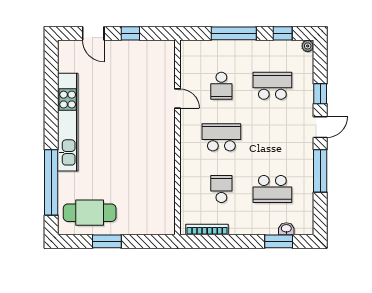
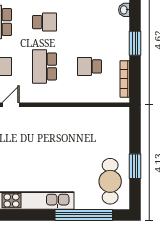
school desk: (272, 189) -> (44, 22), moved, width x0.54
window: (279, 241) -> (135, 43), moved

